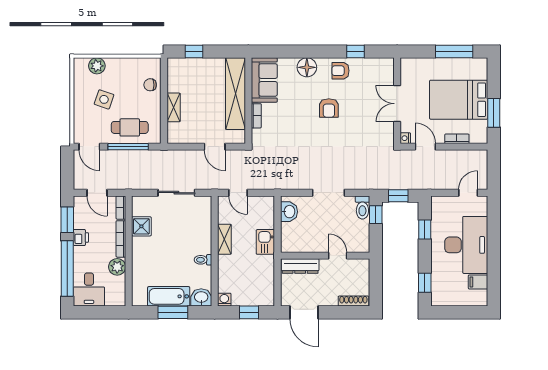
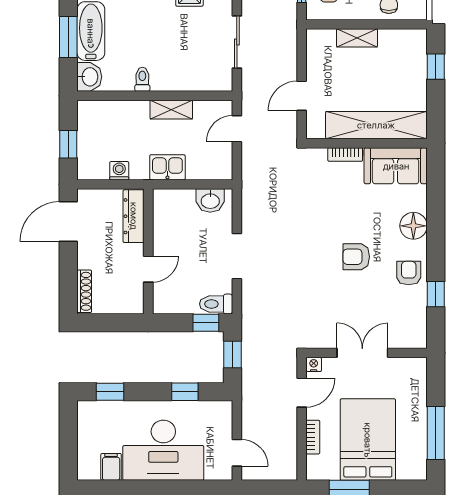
washing machine: (224, 300) -> (119, 171), moved, turned -90

